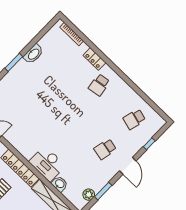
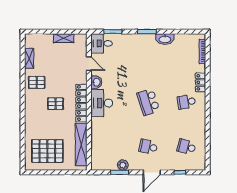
school desk: (70, 115) -> (148, 102), added
desk: (47, 164) -> (102, 103), moved
washbasin: (60, 184) -> (96, 82), moved
plant: (89, 195) -> (123, 165), moved

